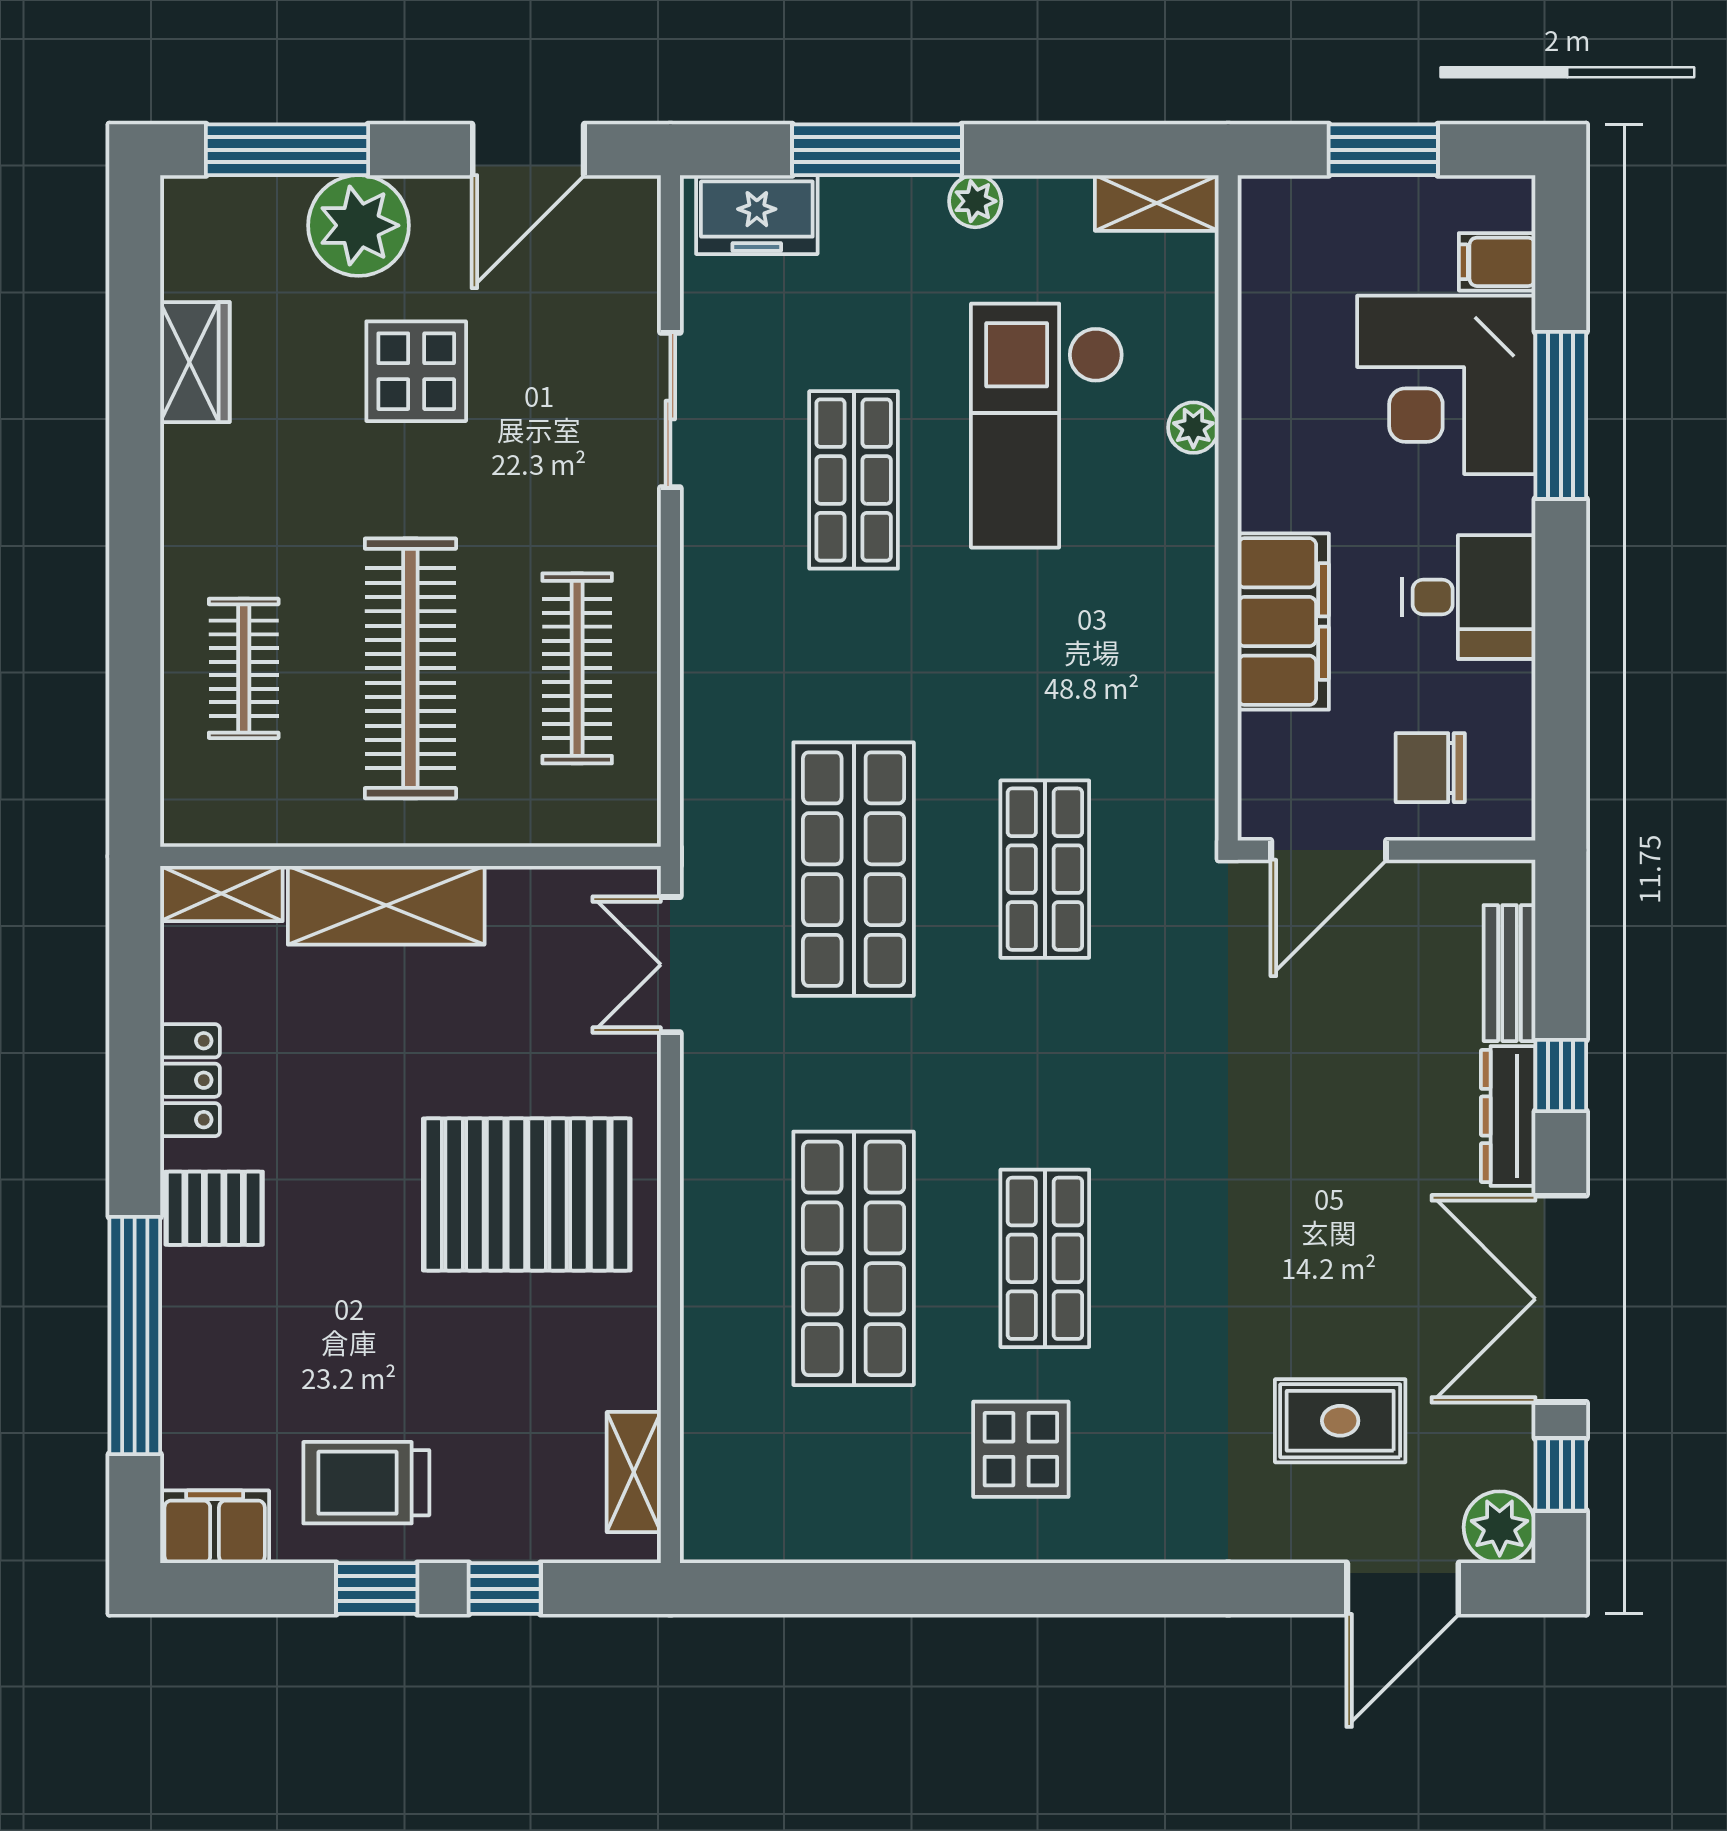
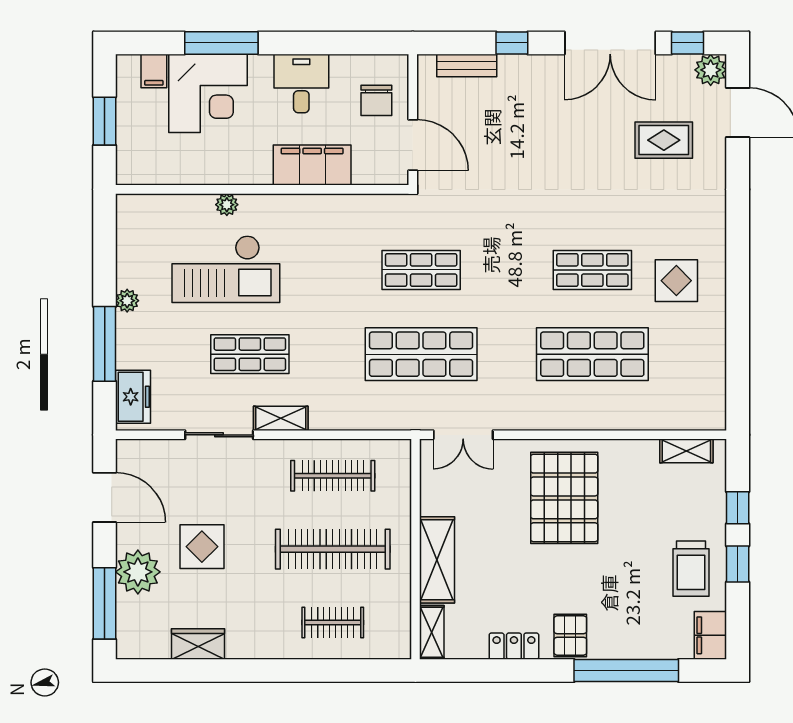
shelving: (1157, 203) -> (281, 418), moved, turned 90
dresser: (1508, 1116) -> (530, 66), removed
rug: (1340, 1421) -> (664, 140), turned 90

